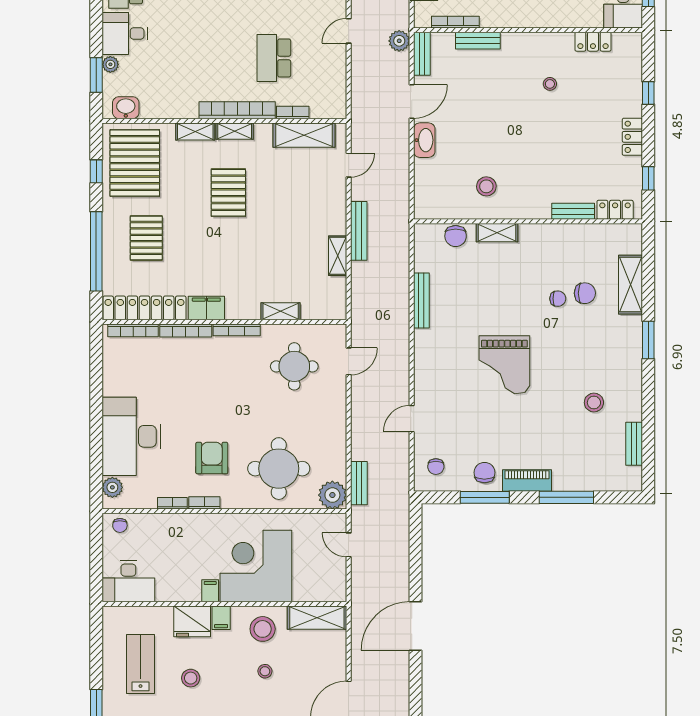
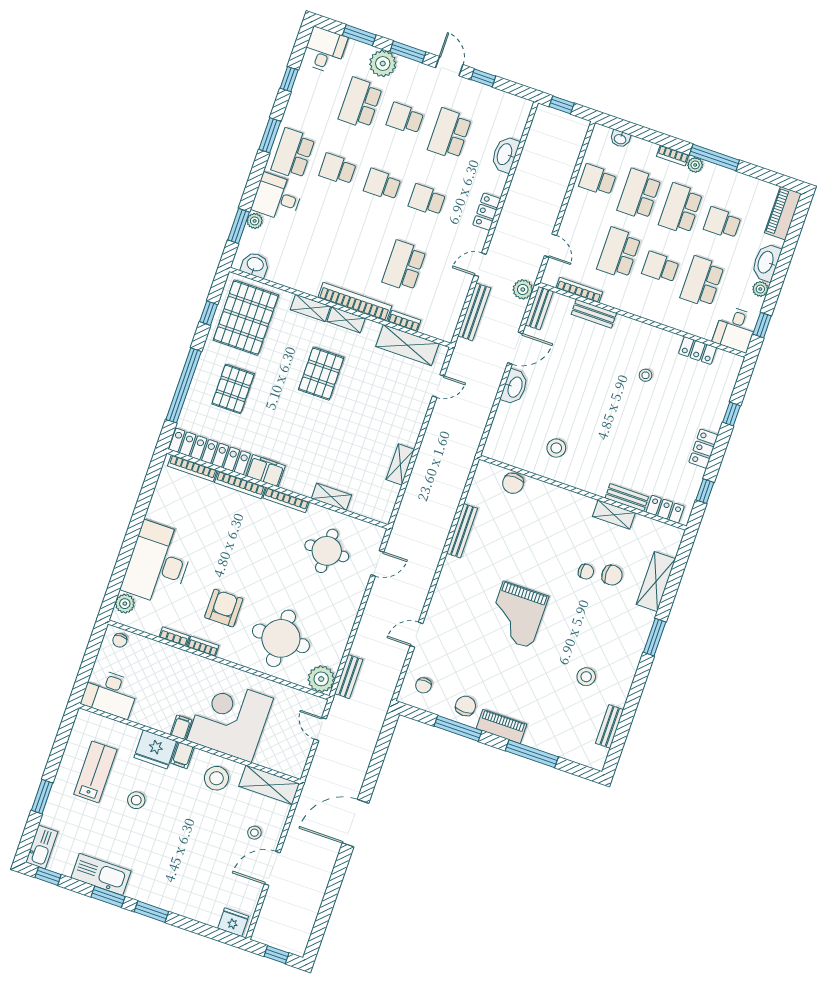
bench: (359, 231) -> (474, 312), moved
shelving: (497, 233) -> (614, 515), moved
stool: (265, 671) -> (254, 833), moved

